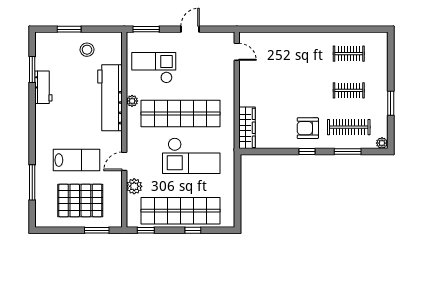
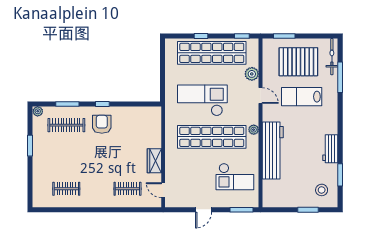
stool: (87, 50) -> (322, 190), moved
workbench: (43, 87) -> (330, 149), moved
clothes rail: (349, 90) -> (127, 189), moved
plant: (132, 101) -> (254, 130), moved
wardrobe: (247, 128) -> (154, 161), moved, width x0.67
armchair: (308, 128) -> (102, 124), turned -90
door: (124, 161) -> (260, 96), hinge flipped
bicycle: (42, 206) -> (332, 57), added

